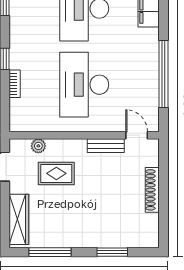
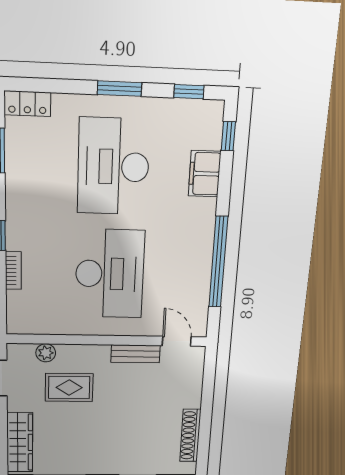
desk: (84, 85) -> (110, 274), turned 180
shoe rack: (152, 190) -> (190, 435), moved

